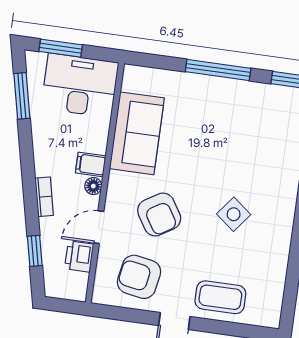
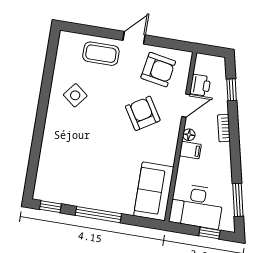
window: (61, 48) -> (209, 233), width x0.67
sofa: (137, 133) -> (154, 191), moved
side table: (234, 214) -> (75, 95), moved

